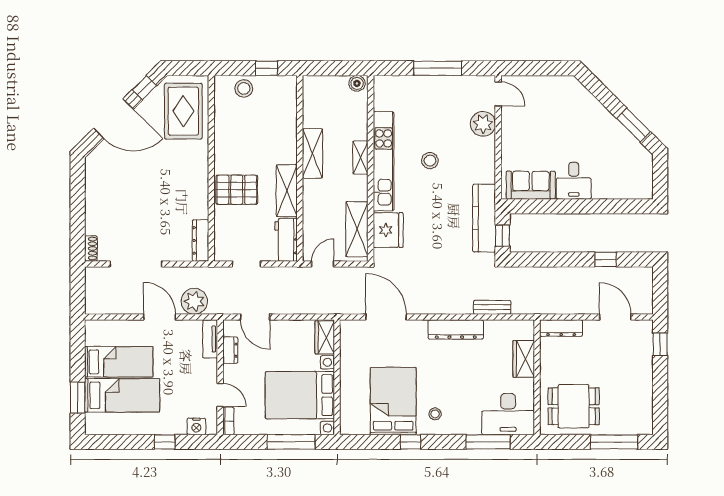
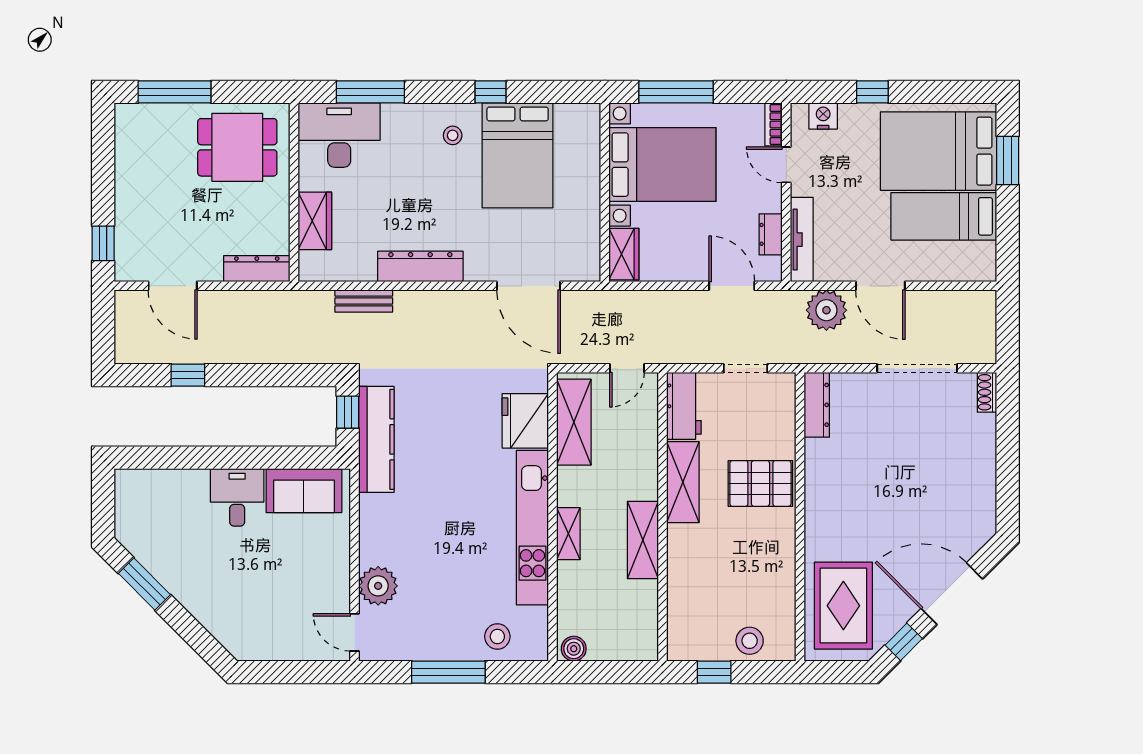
stool: (430, 161) -> (497, 636), moved
tv unit: (210, 339) -> (802, 240), width x1.41
bed: (122, 395) -> (938, 151), width x1.50

